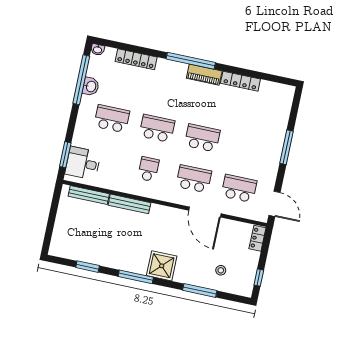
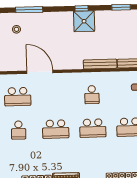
school desk: (194, 179) -> (19, 130), moved, width x0.54
shower: (162, 266) -> (84, 21), moved
window: (136, 277) -> (82, 8), width x0.46

